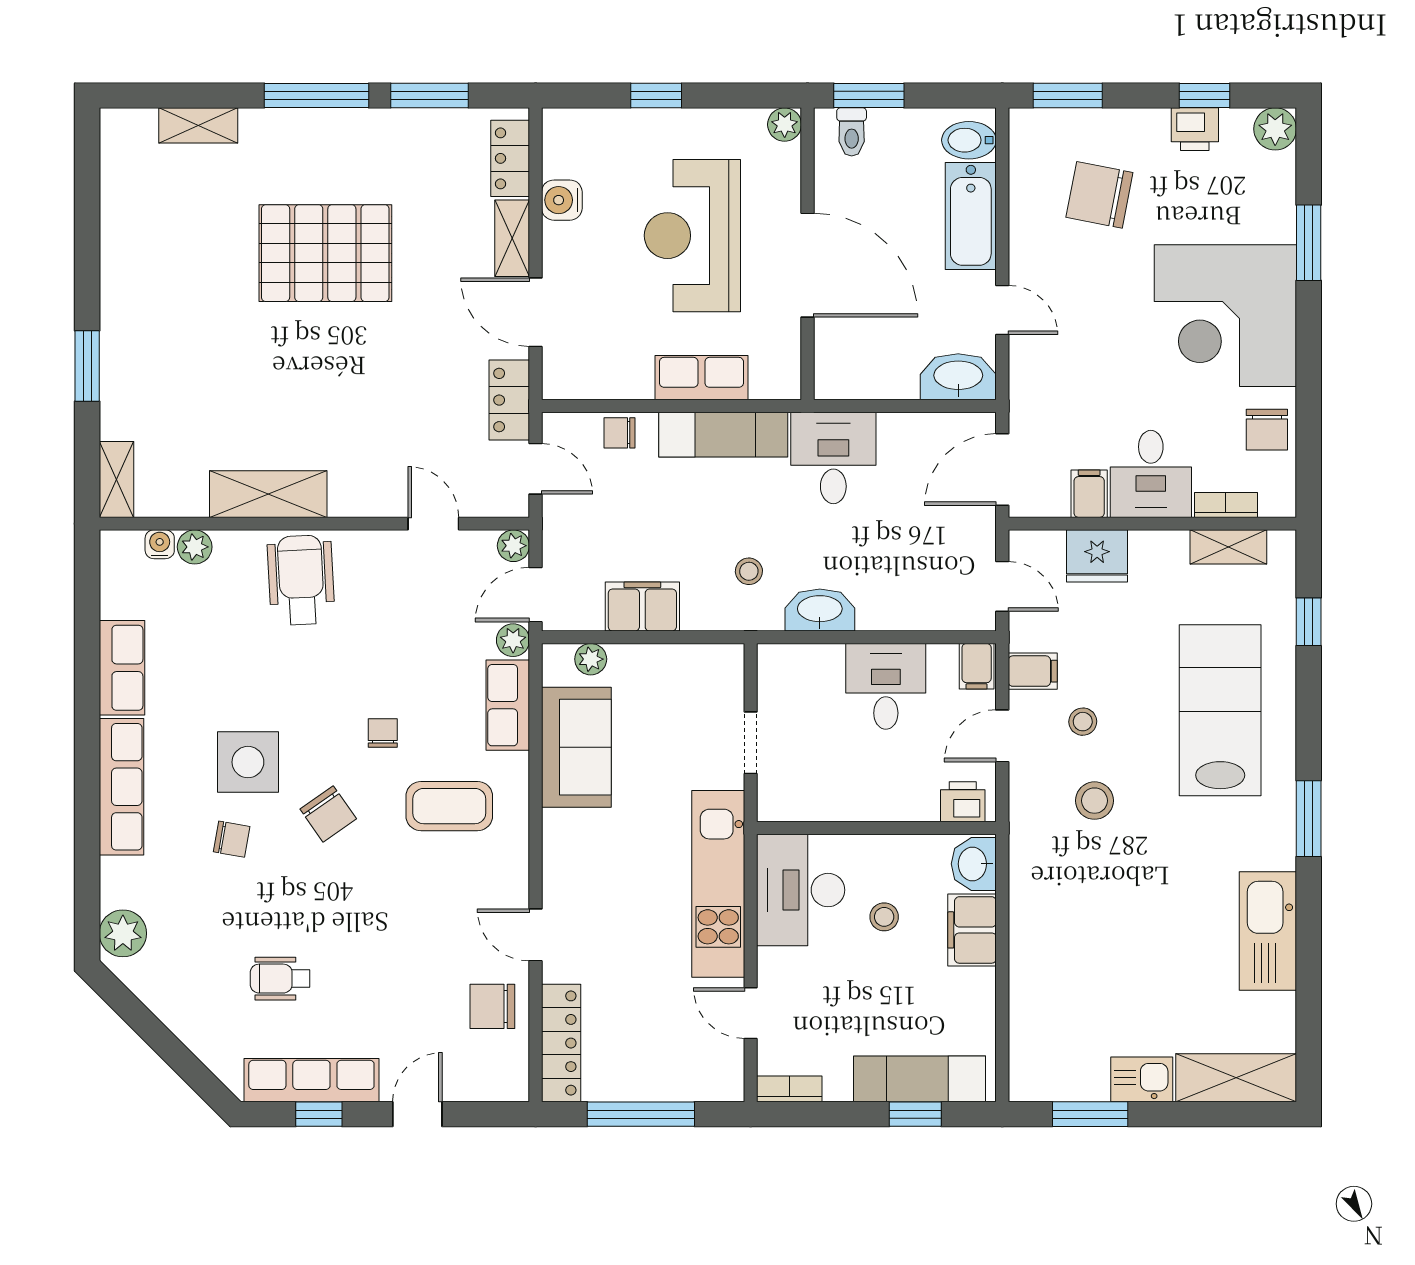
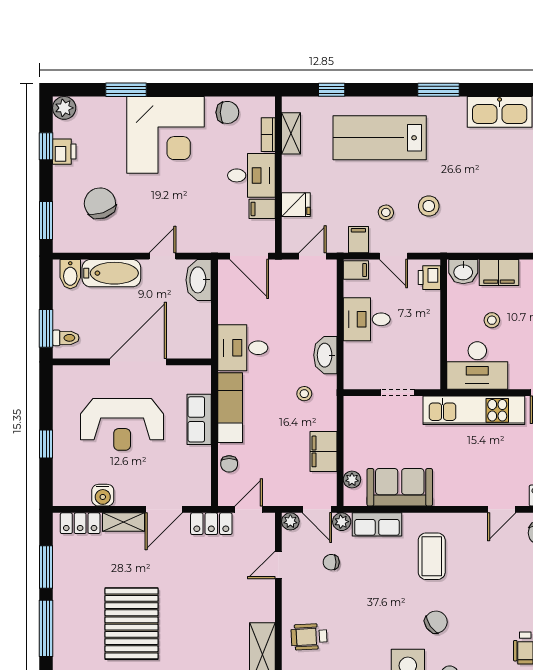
plant: (785, 125) -> (62, 374), removed
chair: (1099, 195) -> (100, 203), turned 150
fridge: (1097, 556) -> (296, 205), width x0.72
wheelchair: (301, 580) -> (309, 637), width x0.73, depth x0.73
chair: (383, 733) -> (331, 562), moved

